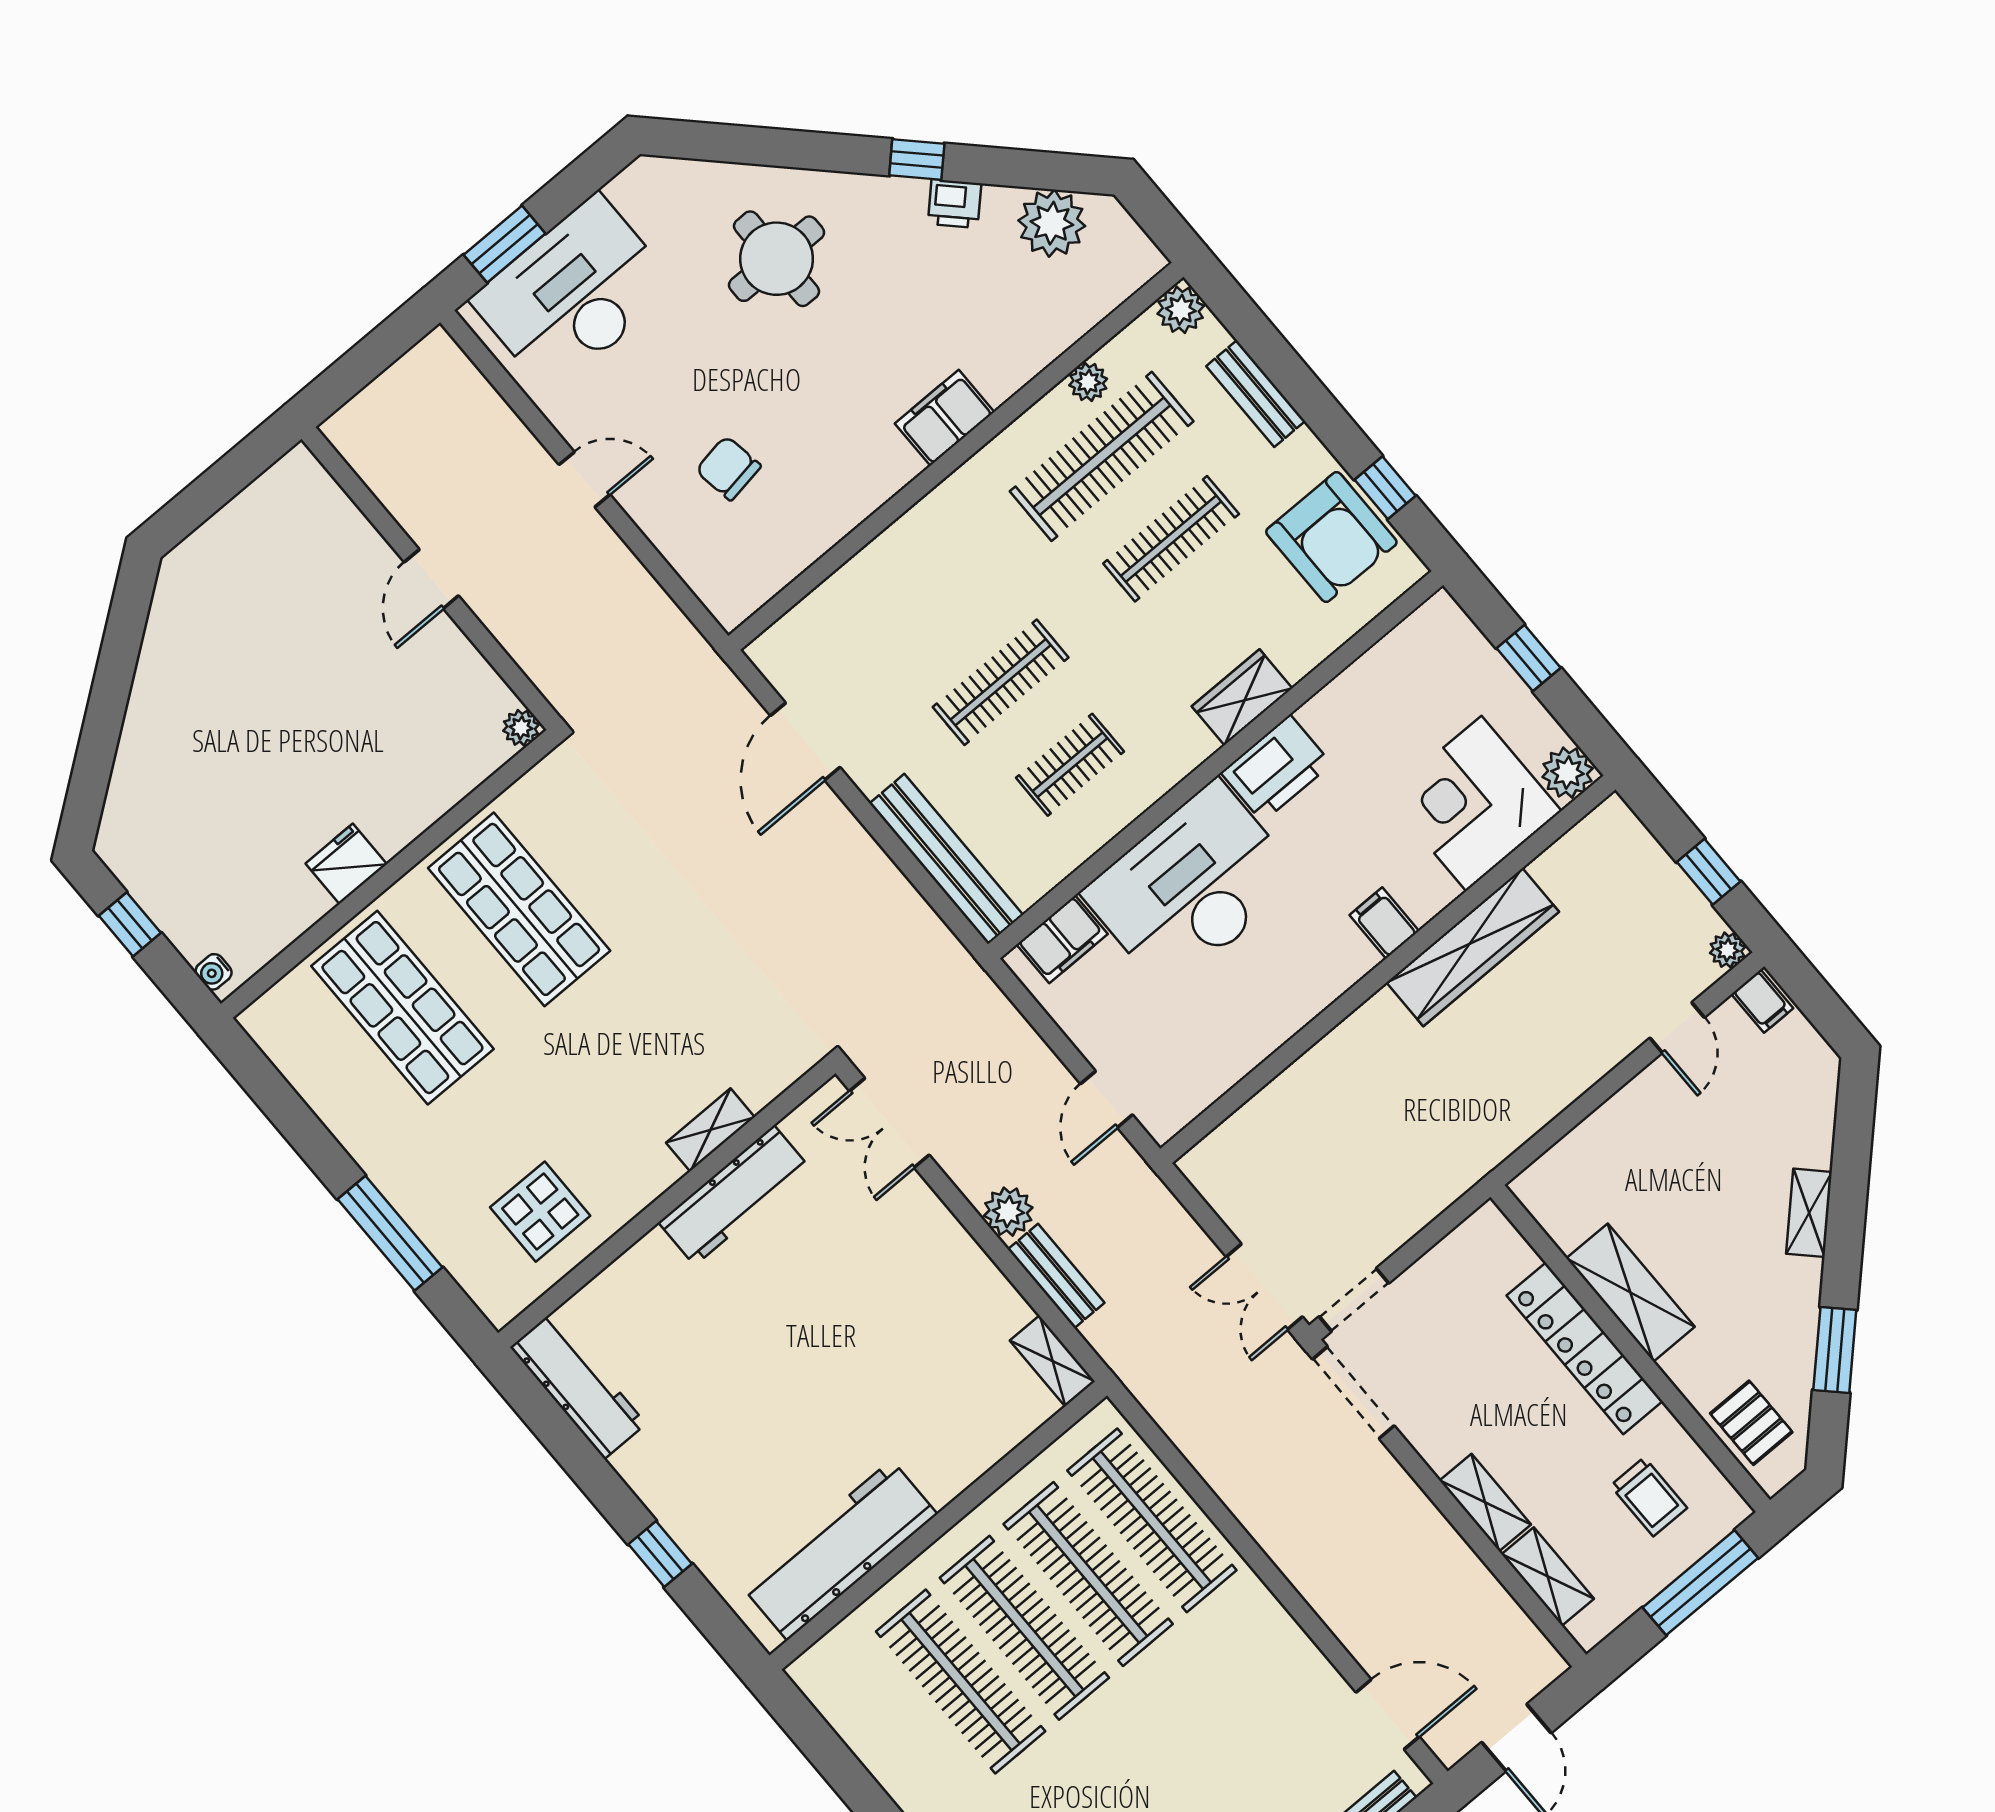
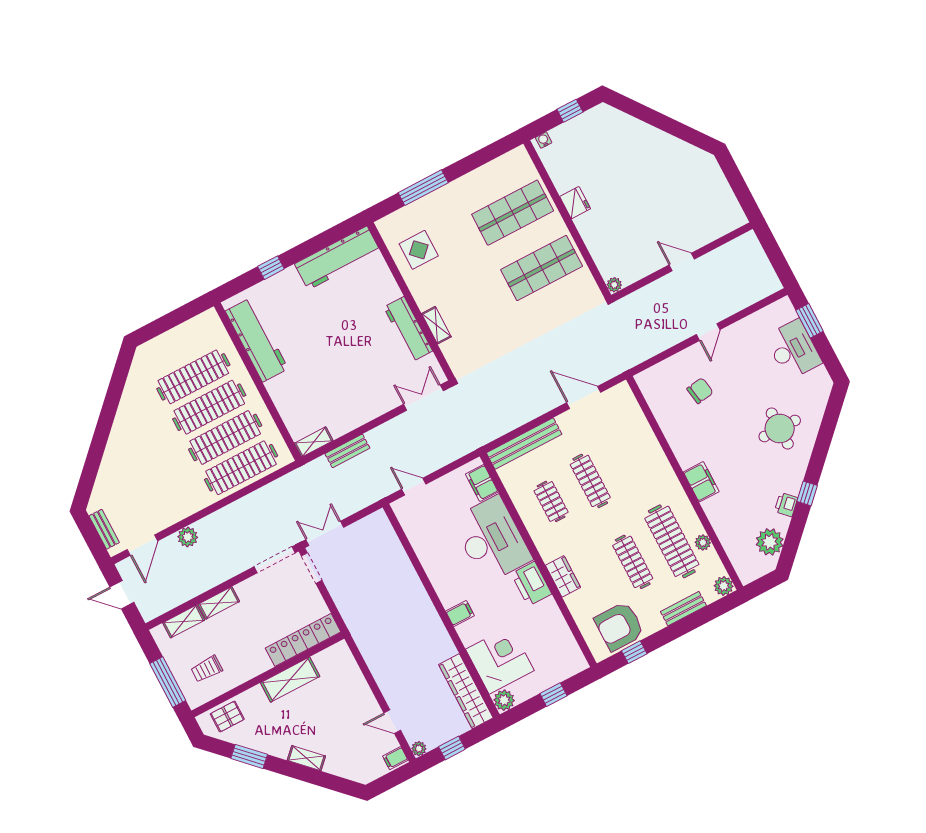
desk: (574, 293) -> (793, 350), width x0.73, depth x0.77
wardrobe: (1473, 947) -> (466, 691), moved
plant: (1008, 1212) -> (188, 537), moved
locker: (1585, 1348) -> (303, 640), moved
workbench: (578, 1386) -> (338, 258), width x1.36, depth x1.32

